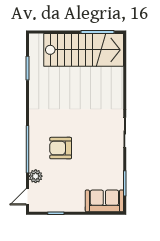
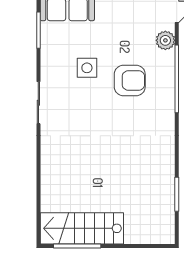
stairs: (84, 50) -> (82, 228), width x0.73, depth x0.66
side table: (91, 157) -> (87, 68), added

